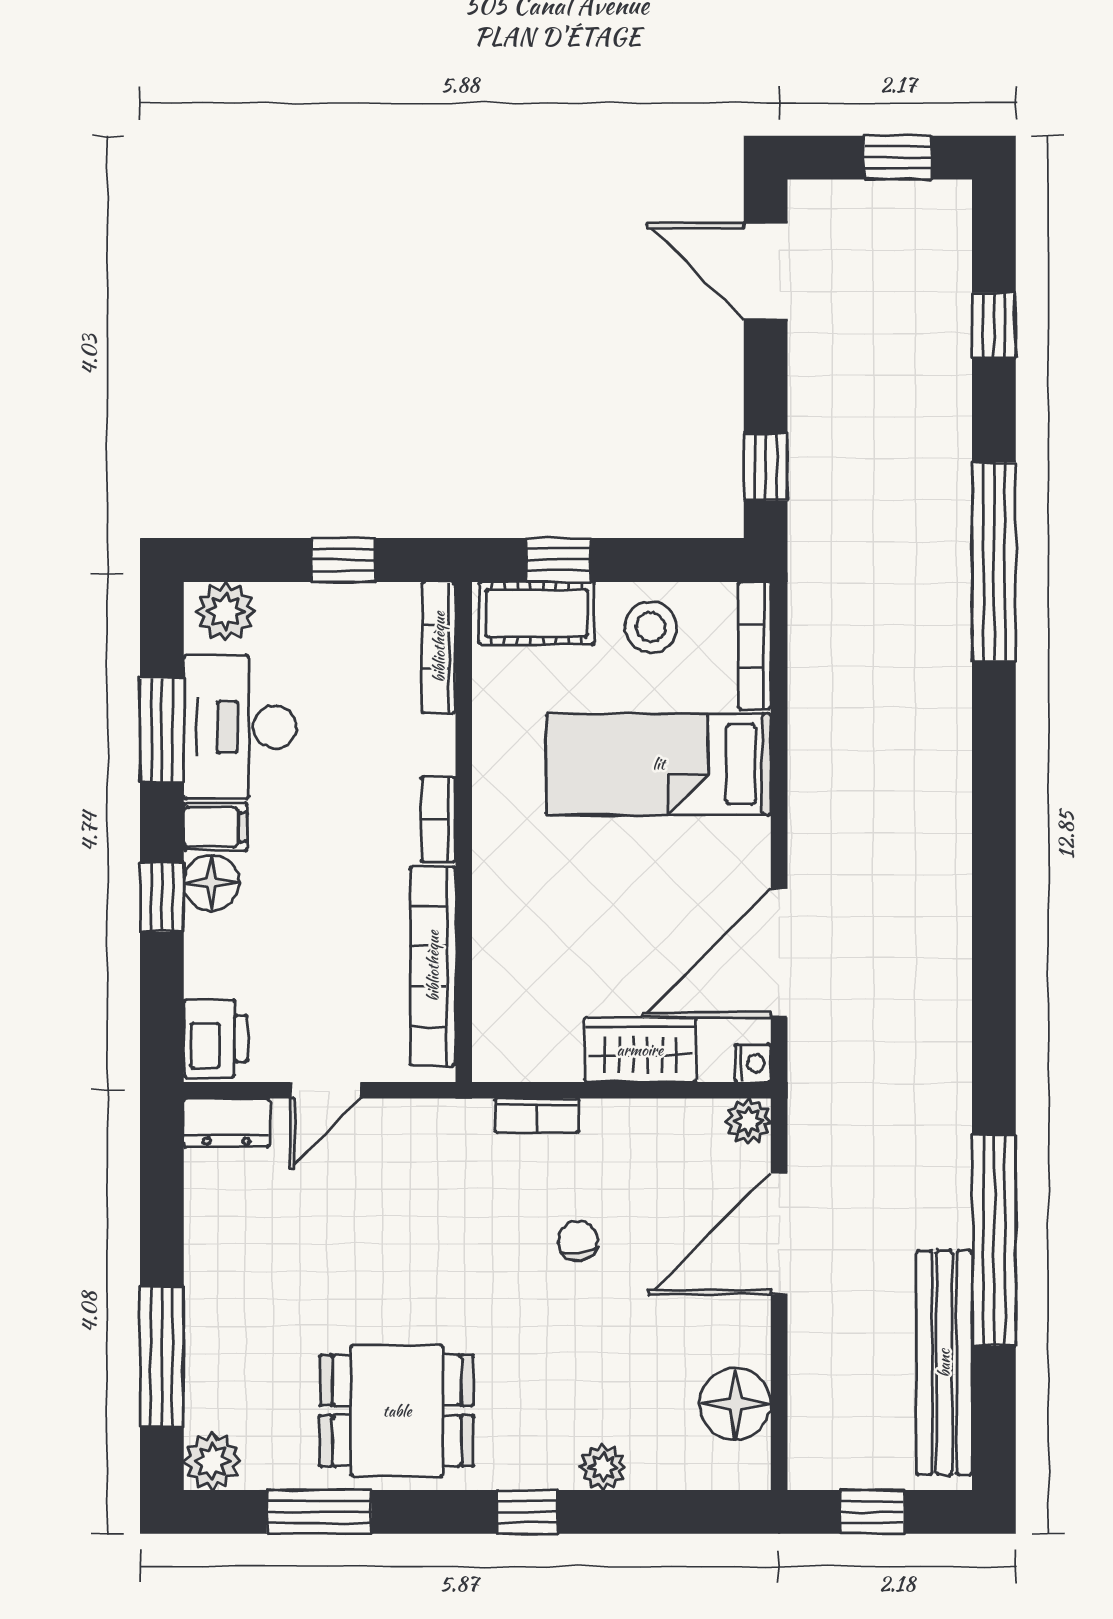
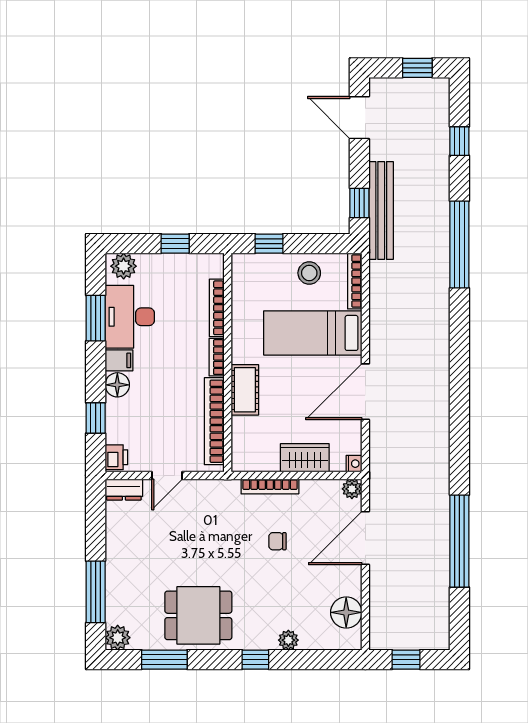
cot: (537, 613) -> (245, 390), moved, turned 90
bookcase: (439, 647) -> (217, 308), moved
window: (162, 897) -> (96, 418), moved
door: (779, 953) -> (365, 392), moved
printer: (216, 1038) -> (116, 457), width x0.73, depth x0.81
bookcase: (537, 1115) -> (270, 486), width x1.56
chair: (578, 1241) -> (277, 541), turned -82
bench: (944, 1363) -> (381, 210), moved

